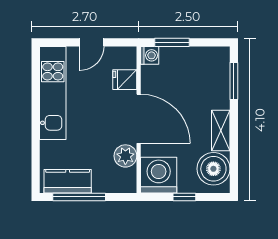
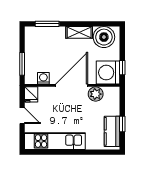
washing machine: (150, 55) -> (43, 78), moved
fridge: (125, 80) -> (31, 94), moved
window: (79, 197) -> (122, 124), width x0.46
window: (184, 197) -> (122, 68), moved

